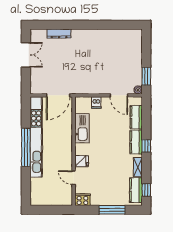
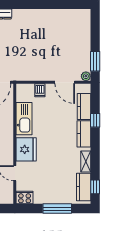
window: (146, 146) -> (95, 120), moved
fridge: (82, 161) -> (26, 149), width x1.88, depth x1.34

